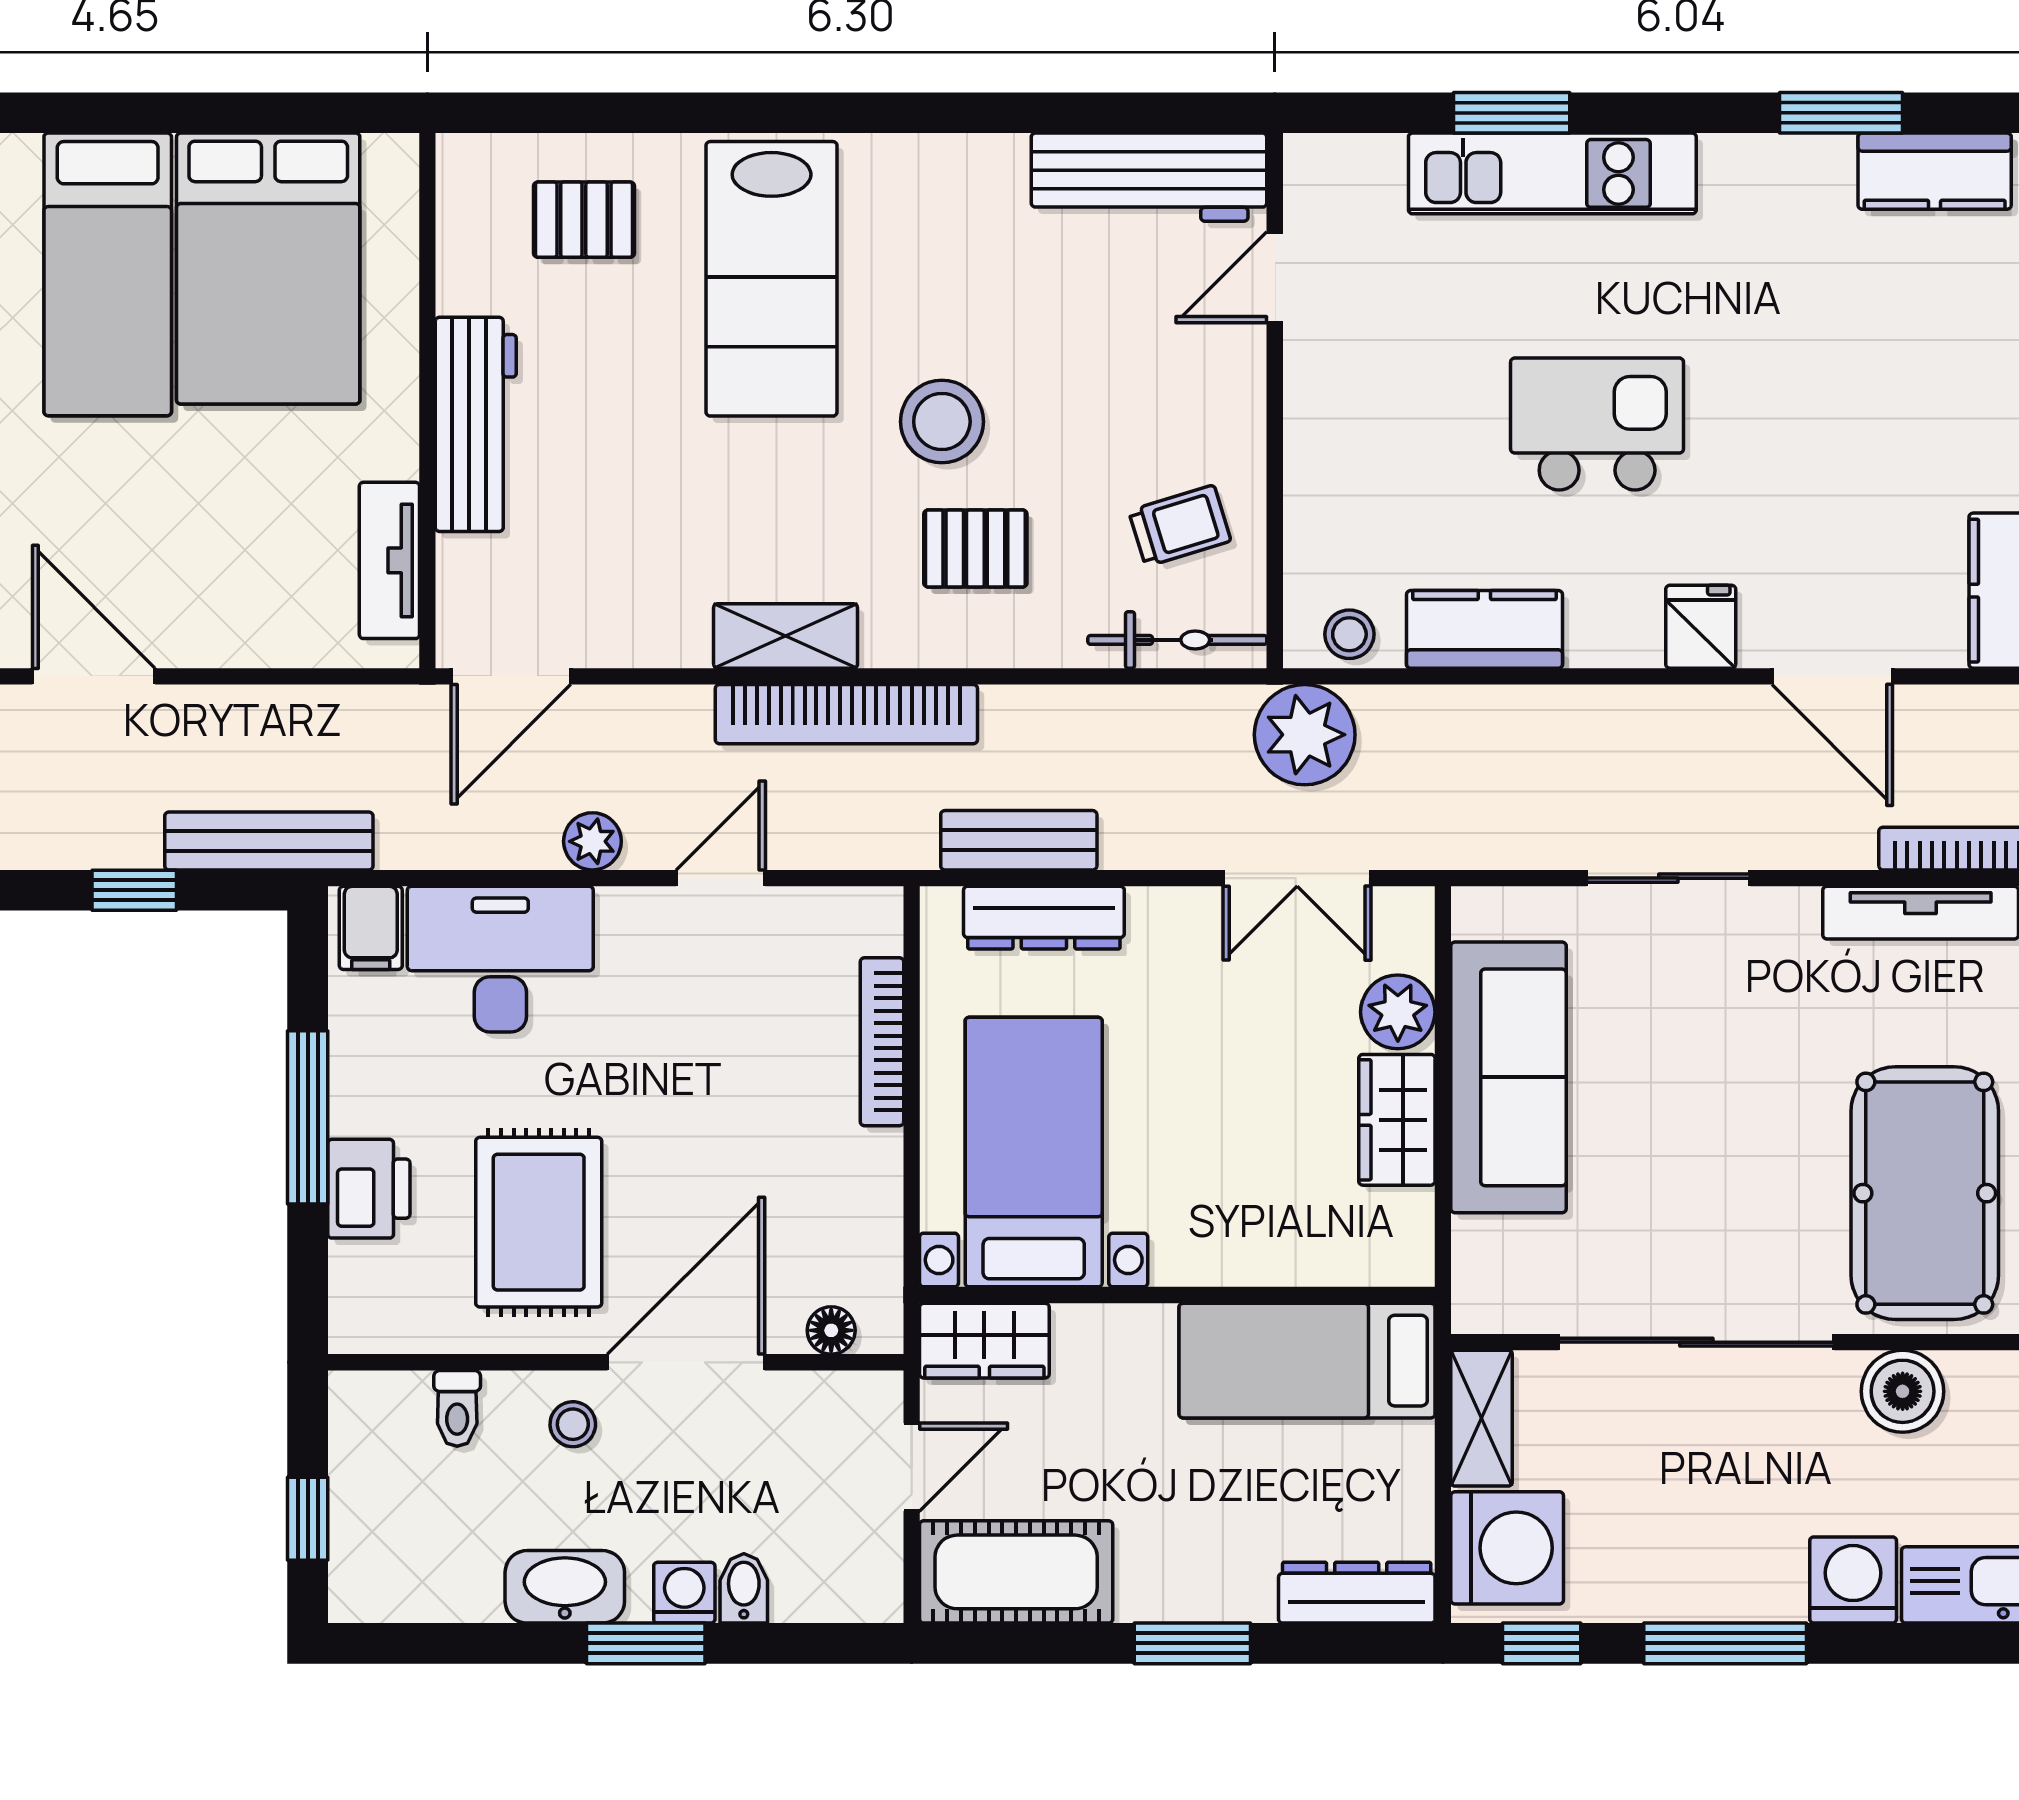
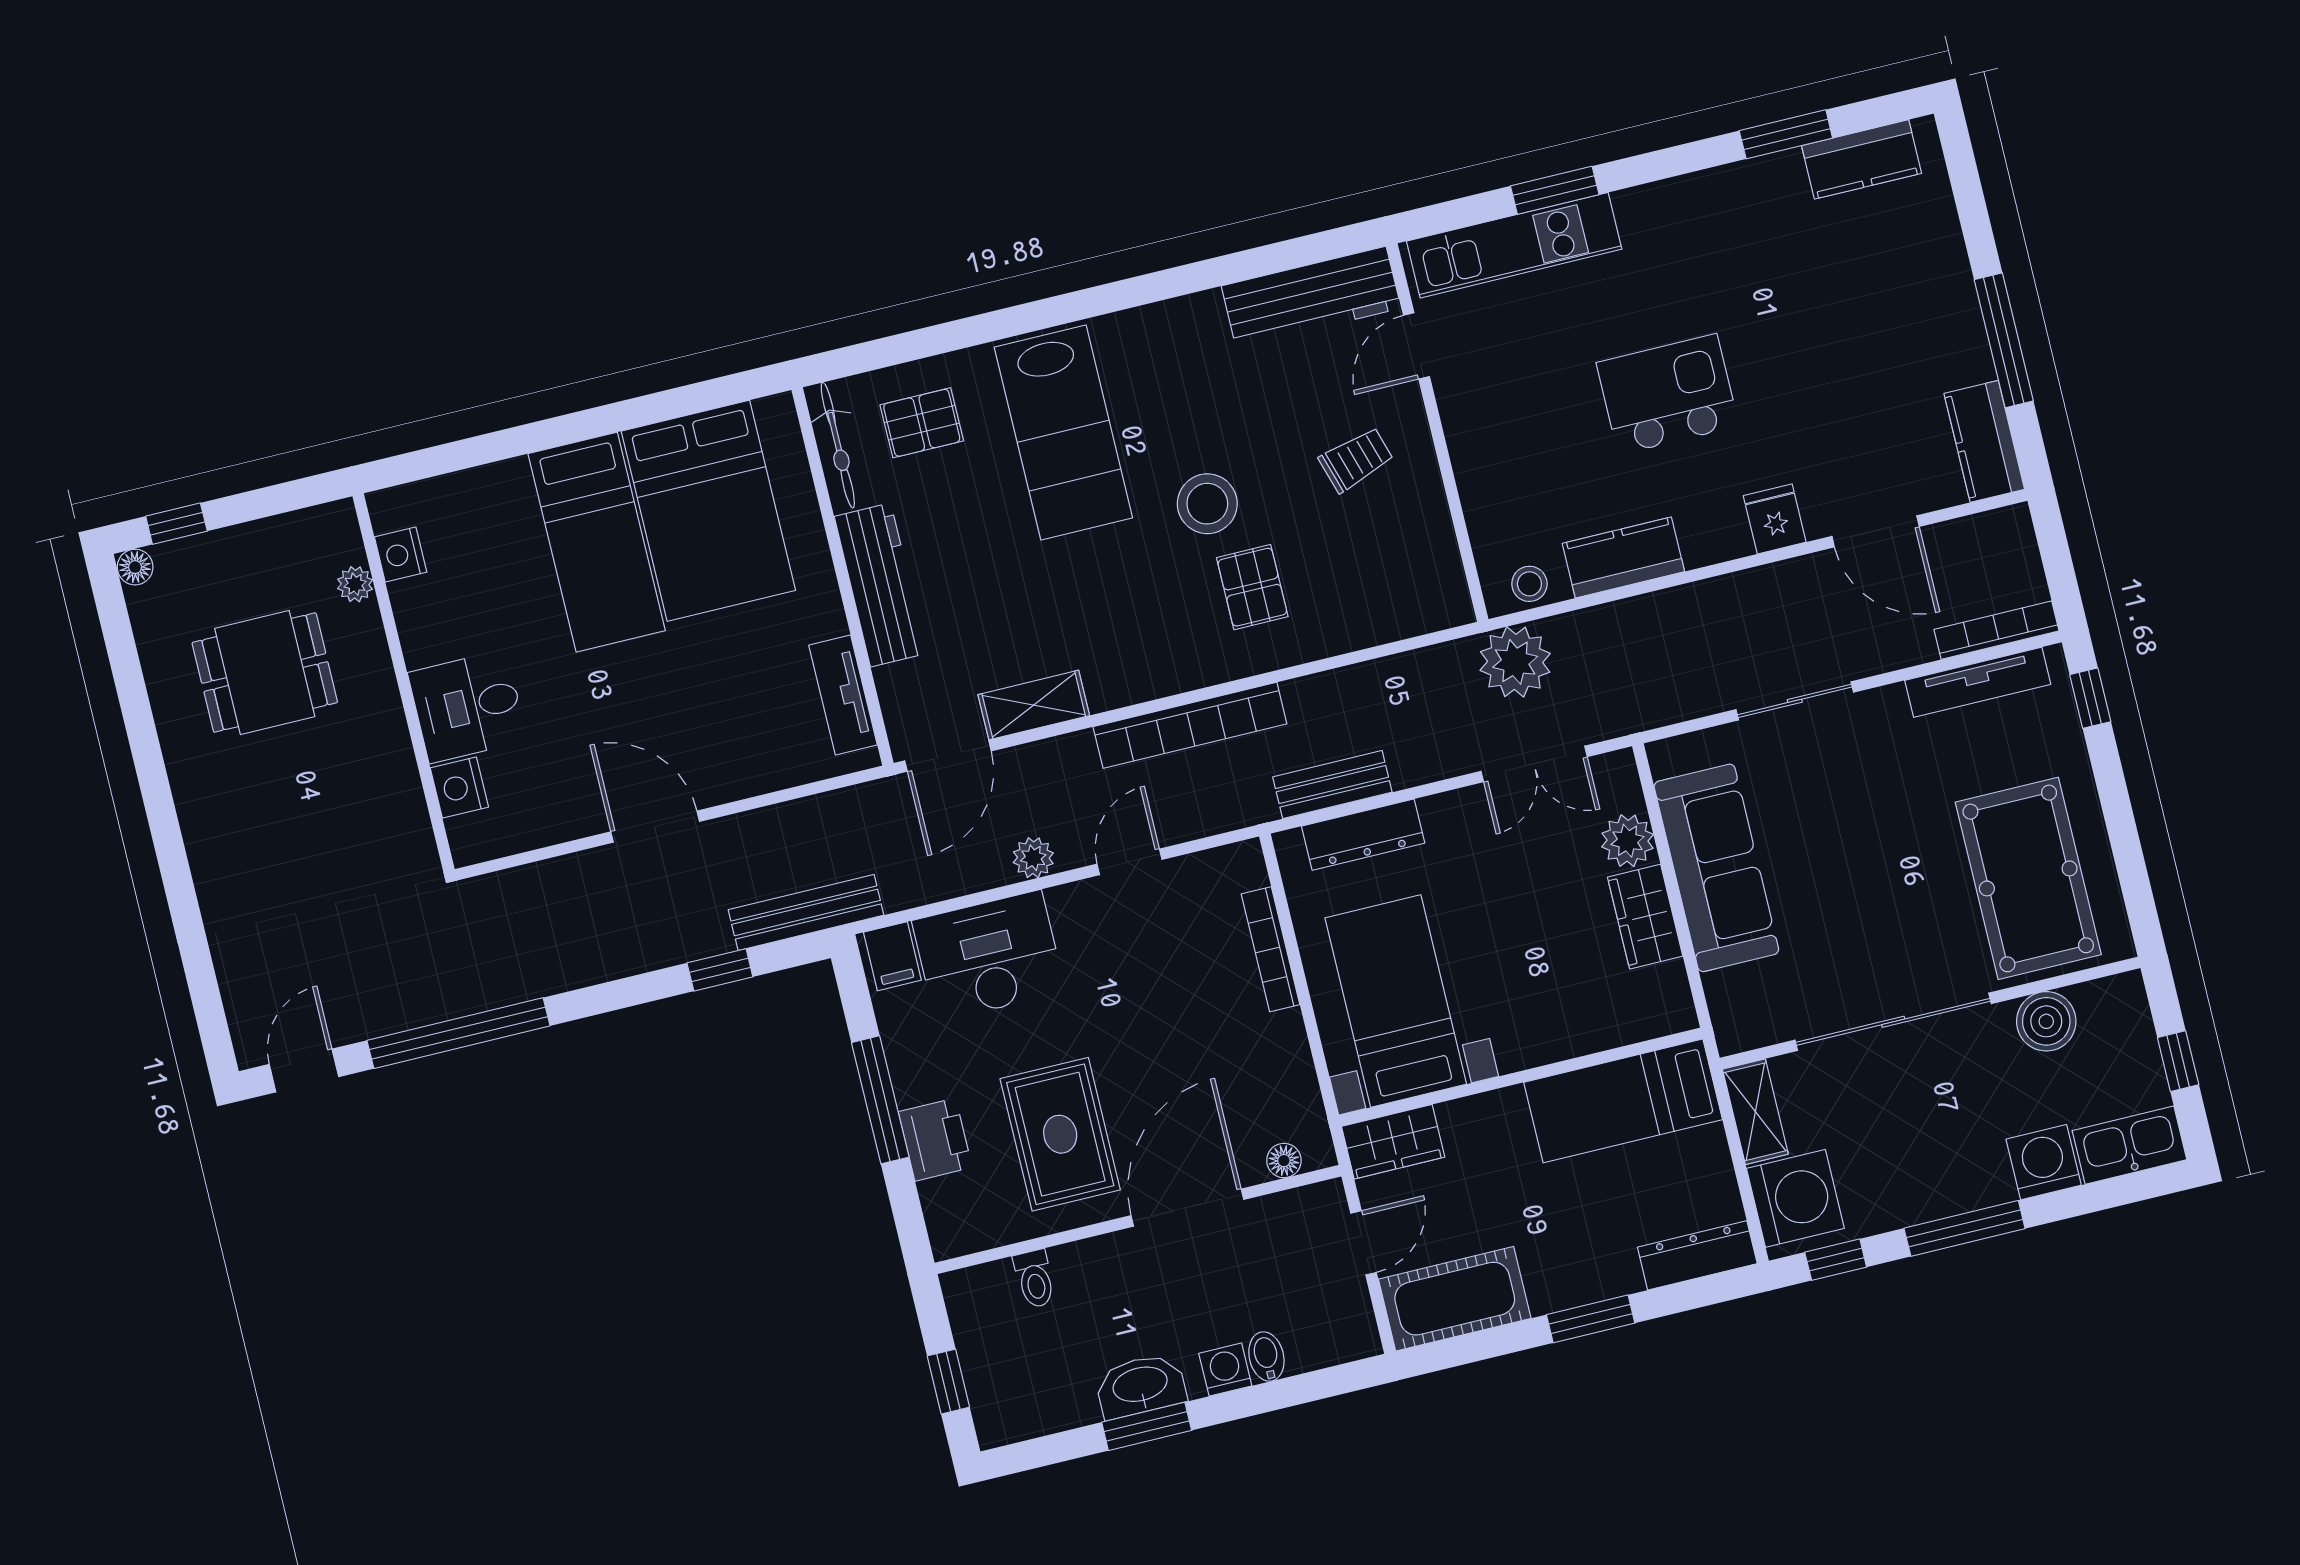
kitchen unit: (1552, 173) -> (1514, 245), moved
trolley: (1180, 526) -> (1356, 460), moved
pallet: (975, 548) -> (1252, 587), turned 90
shelving: (786, 636) -> (1034, 705), moved
bicycle: (1177, 640) -> (838, 445), moved, turned 90
stool: (573, 1424) -> (1118, 1270), removed
window: (646, 1643) -> (1147, 1426), moved

